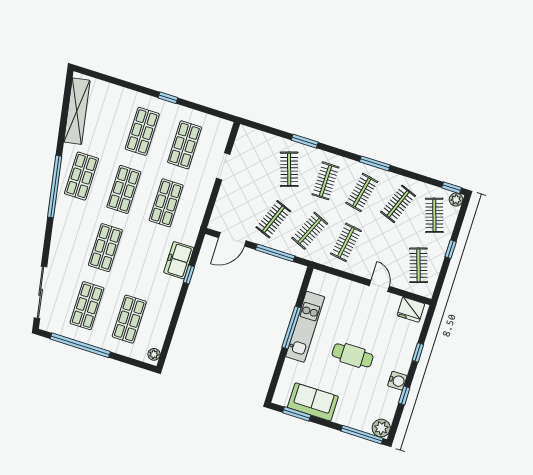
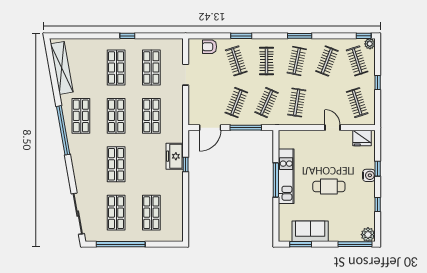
armchair: (262, 142) -> (210, 47), added
plant: (154, 354) -> (178, 233), removed
water cooler: (397, 381) -> (369, 175), moved

